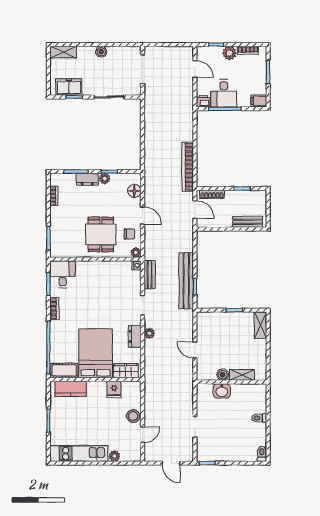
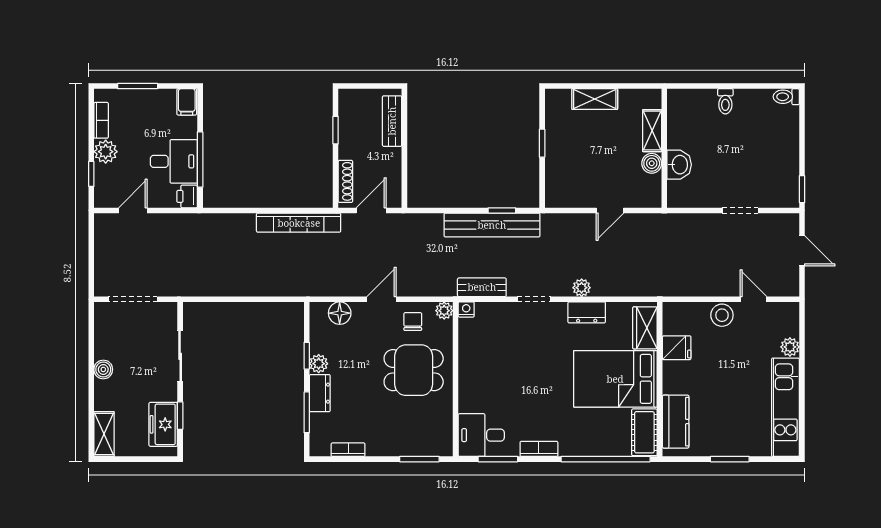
shelving: (260, 325) -> (595, 99), moved
door: (171, 463) -> (802, 251), hinge flipped

